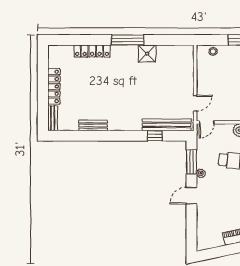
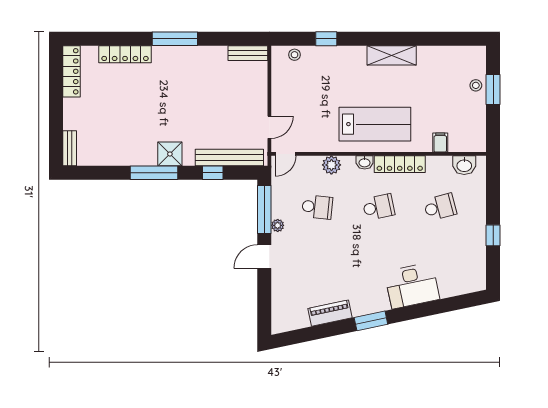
shower: (147, 53) -> (170, 154), moved
locker: (54, 86) -> (71, 71), moved
bench: (93, 125) -> (248, 53), moved
window: (113, 136) -> (154, 173), added
window: (191, 162) -> (264, 209), width x1.44

